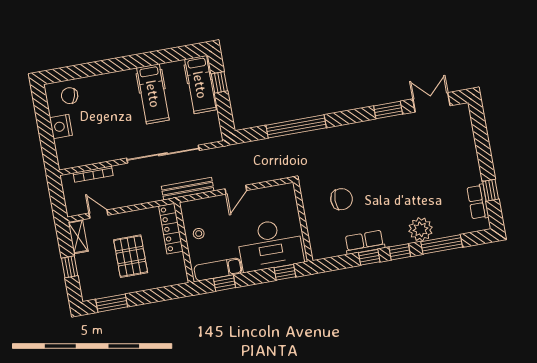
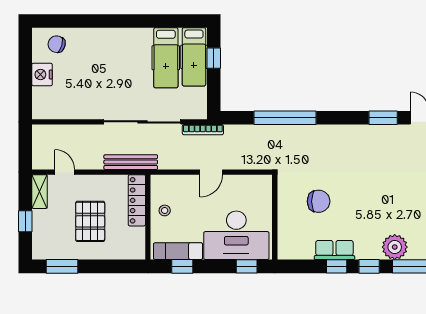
hospital bed: (153, 94) -> (166, 58), moved
bookcase: (93, 174) -> (203, 130), moved
bench: (188, 189) -> (131, 162), moved

